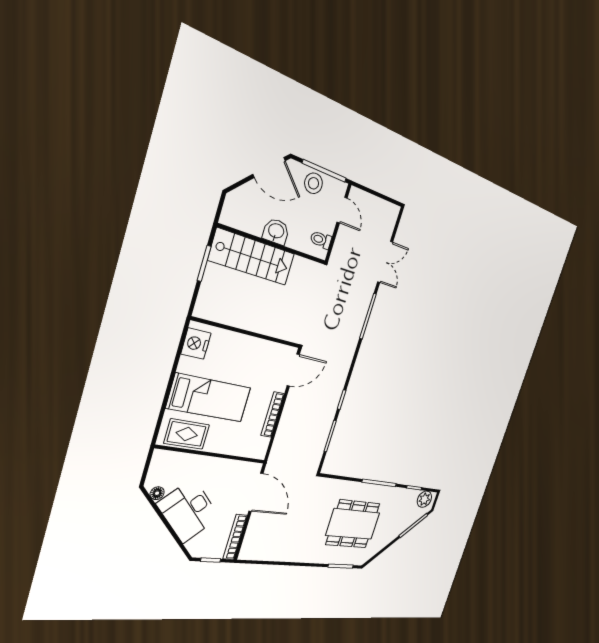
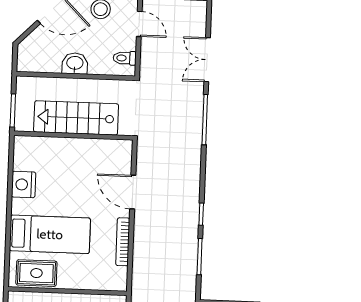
stairs: (252, 257) -> (76, 118), moved, turned 180
double door: (385, 262) -> (207, 60), swing flipped
wall: (247, 333) -> (73, 136), moved
door: (293, 370) -> (133, 192), swing flipped

